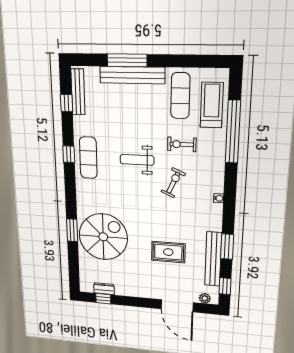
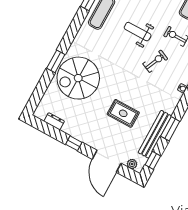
spiral stairs: (103, 237) -> (78, 78), turned 180
window: (103, 299) -> (74, 143), moved

